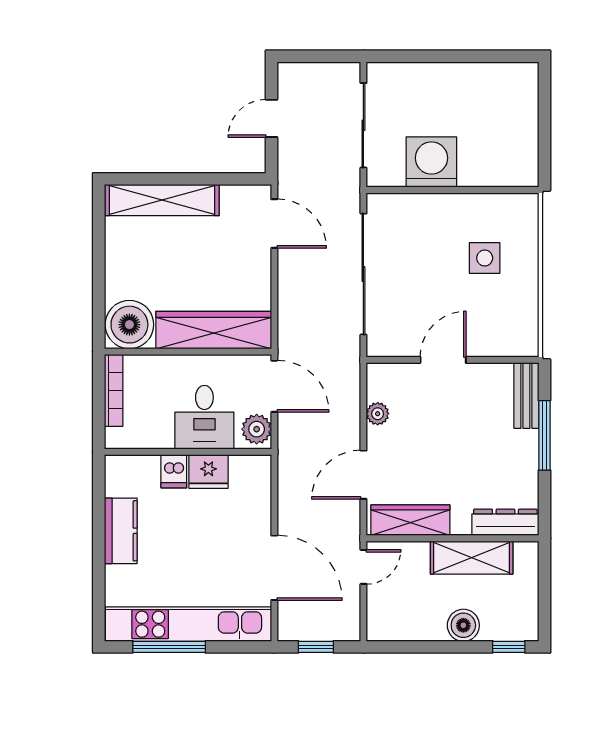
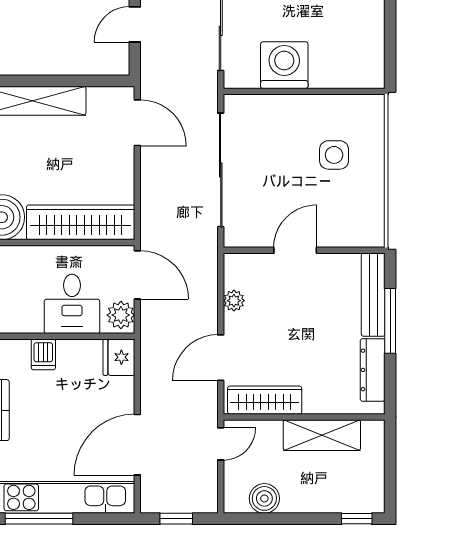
bench: (526, 396) -> (373, 295), width x1.36
fridge: (208, 472) -> (119, 357), moved, turned 90
dresser: (505, 522) -> (373, 370), moved, turned -90
door: (274, 568) -> (137, 445), swing flipped
boiler: (463, 625) -> (264, 498), moved

